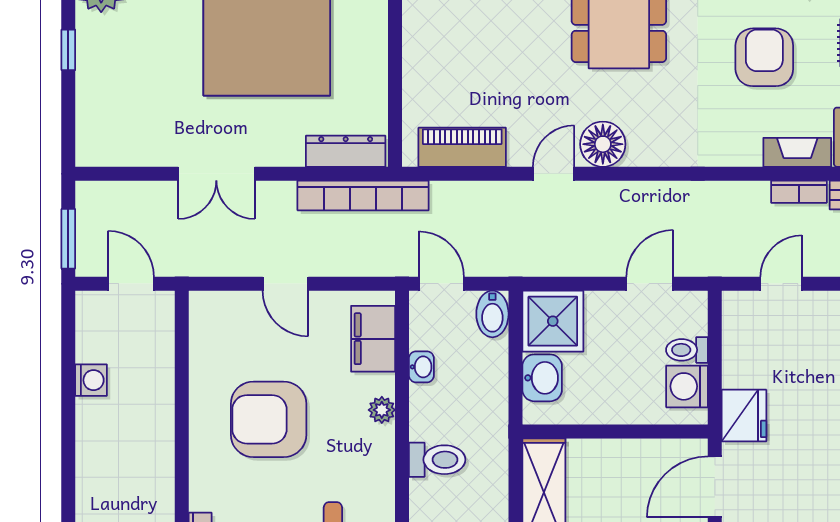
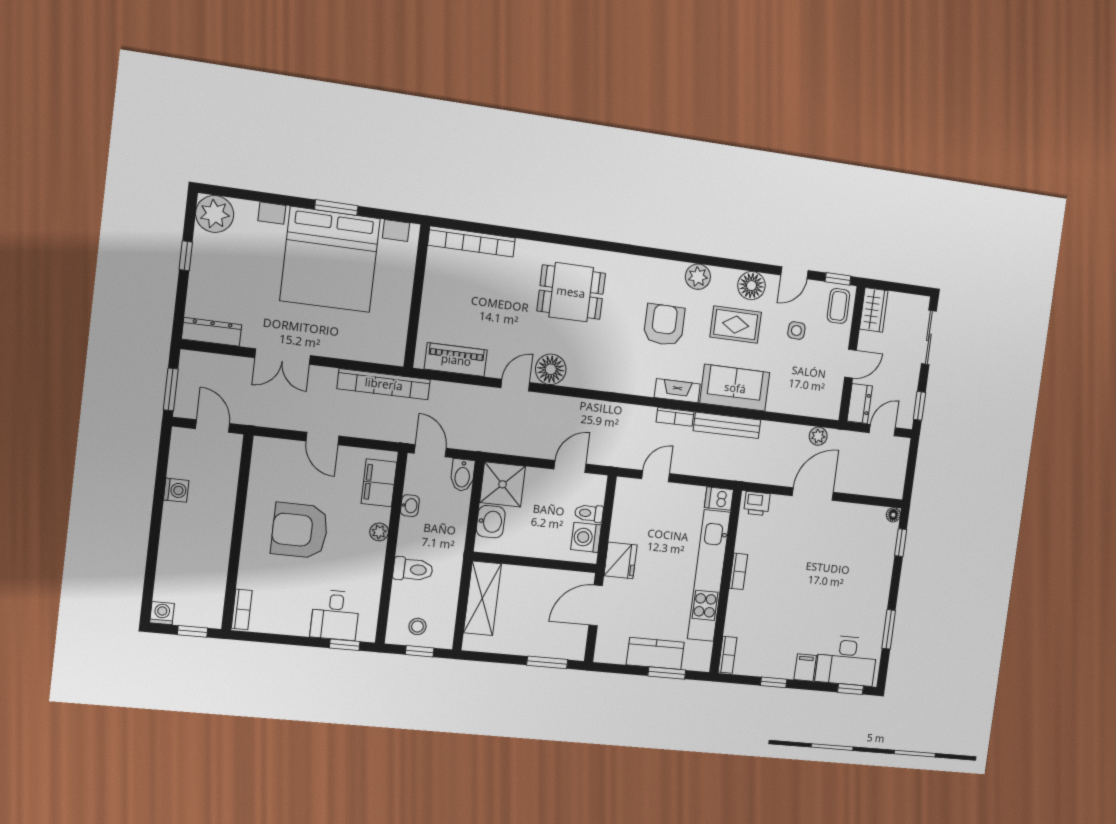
dresser: (346, 151) -> (212, 332), moved

